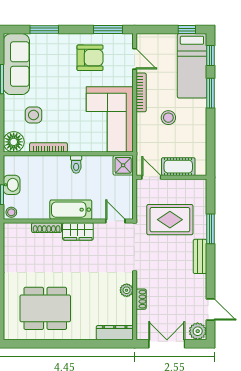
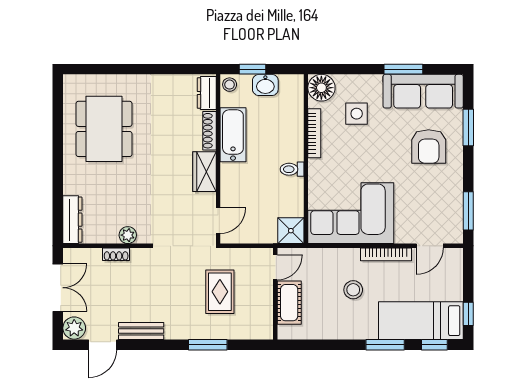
armchair: (90, 58) -> (429, 146), moved
bathtub: (71, 210) -> (233, 135), moved
rug: (170, 220) -> (220, 292), width x0.73, depth x0.70
dresser: (18, 230) -> (207, 93), added
bench: (200, 256) -> (141, 331), moved

